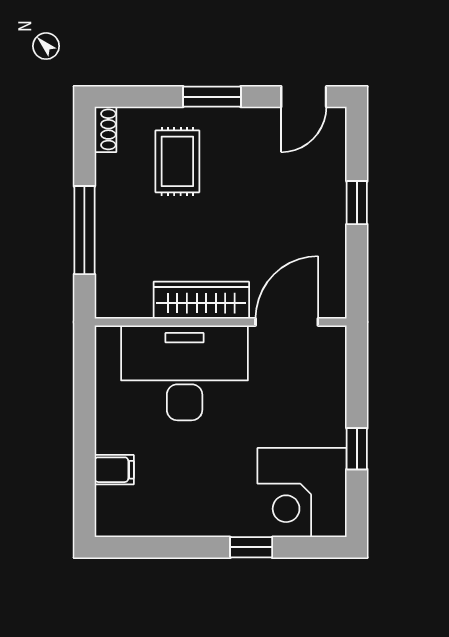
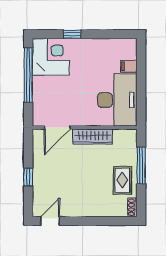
window: (212, 97) -> (88, 221), removed
rug: (177, 161) -> (122, 180), moved
desk: (185, 373) -> (117, 100), moved, turned -90
window: (357, 449) -> (28, 75), width x3.17

